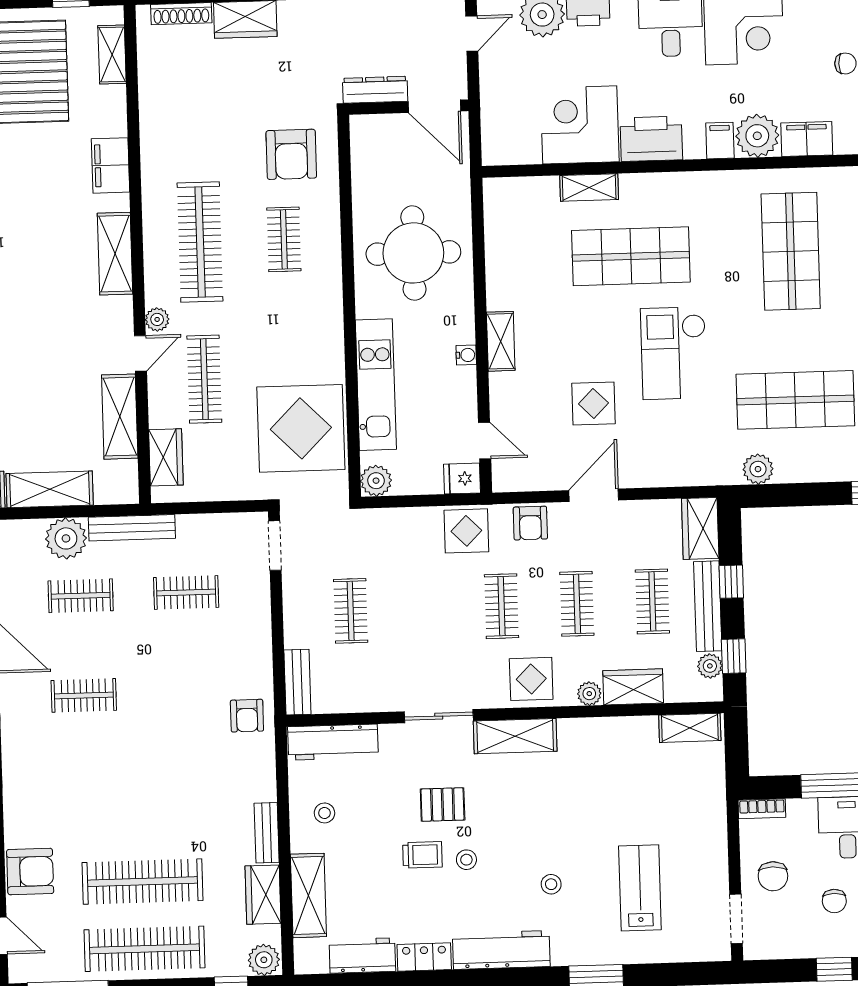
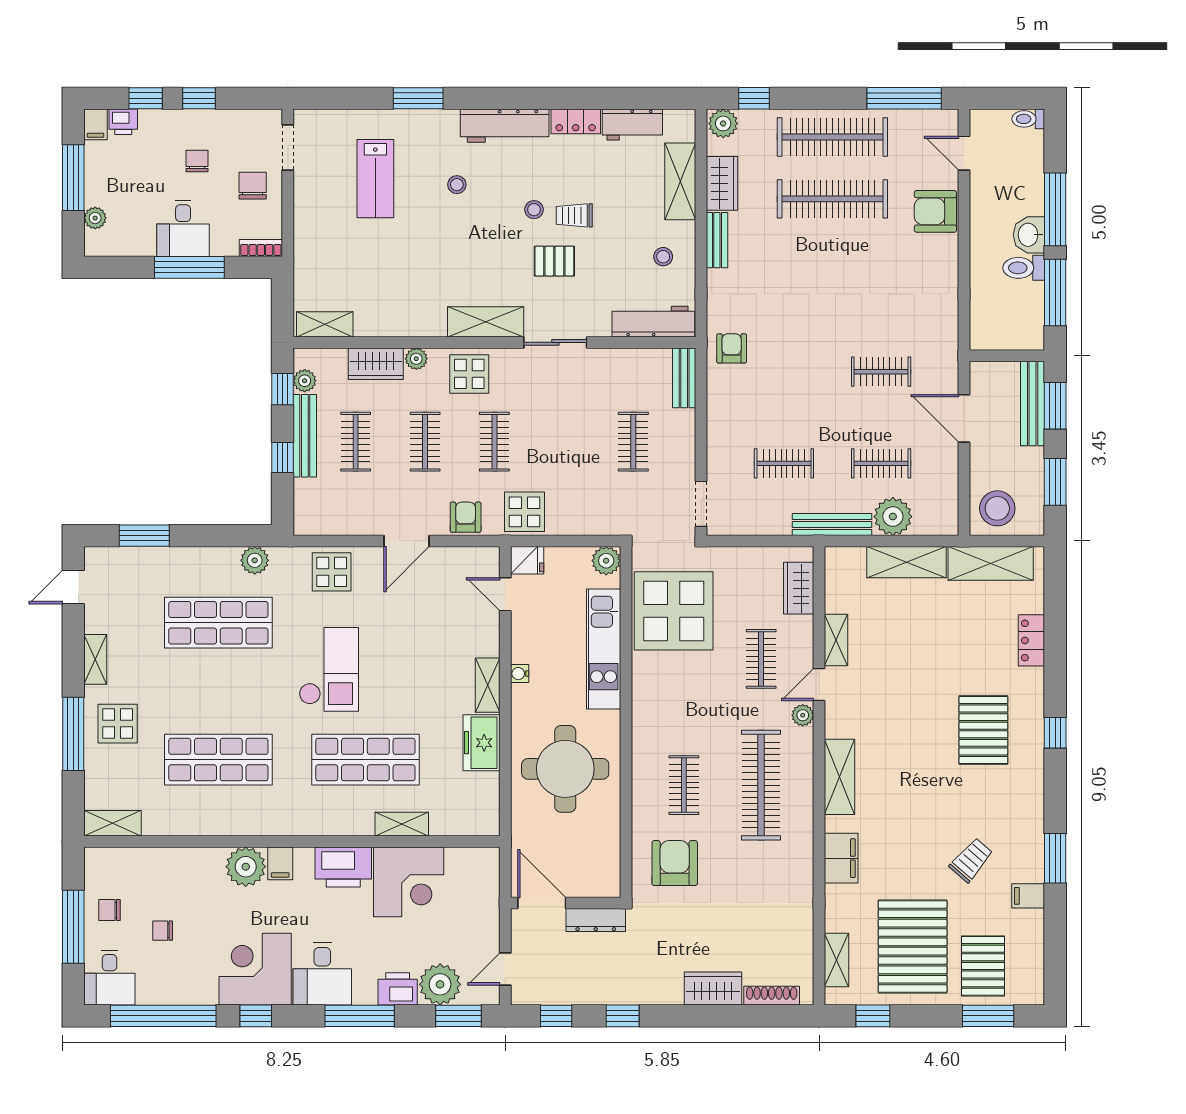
filing cabinet: (807, 139) -> (200, 862), removed
shop shelf: (791, 251) -> (218, 760), turned 90
freezer: (505, 279) -> (481, 743), added
clothes rail: (204, 379) -> (761, 659), width x0.73
display table: (593, 403) -> (332, 572), moved
shelving: (120, 417) -> (836, 640), width x0.67, depth x0.75
wardrobe: (700, 528) -> (310, 507), removed

